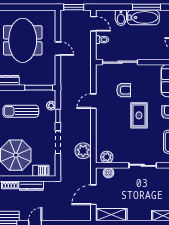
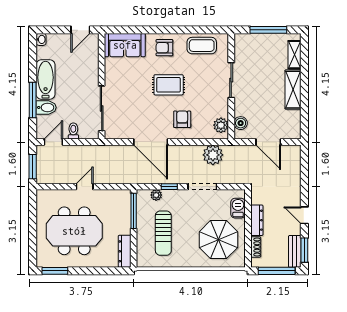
window: (147, 7) -> (33, 100), moved
armchair: (124, 90) -> (182, 119), moved
door: (93, 101) -> (151, 142), width x1.88
shelving: (111, 215) -> (293, 90), moved

